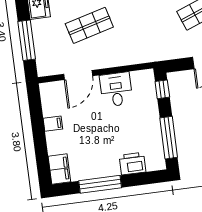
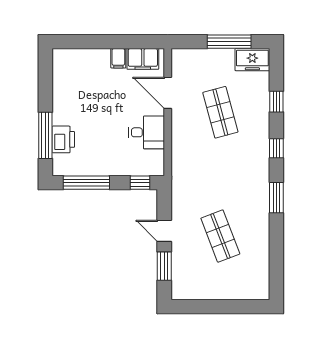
window: (27, 40) -> (229, 42), moved
filing cabinet: (59, 169) -> (143, 59), moved
window: (100, 184) -> (45, 135), moved

